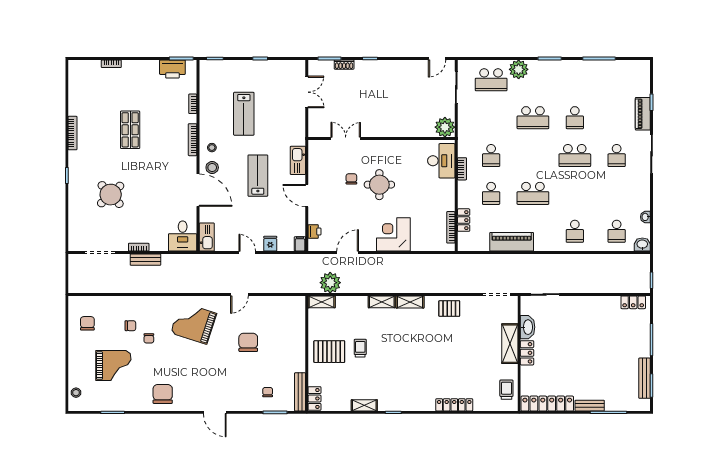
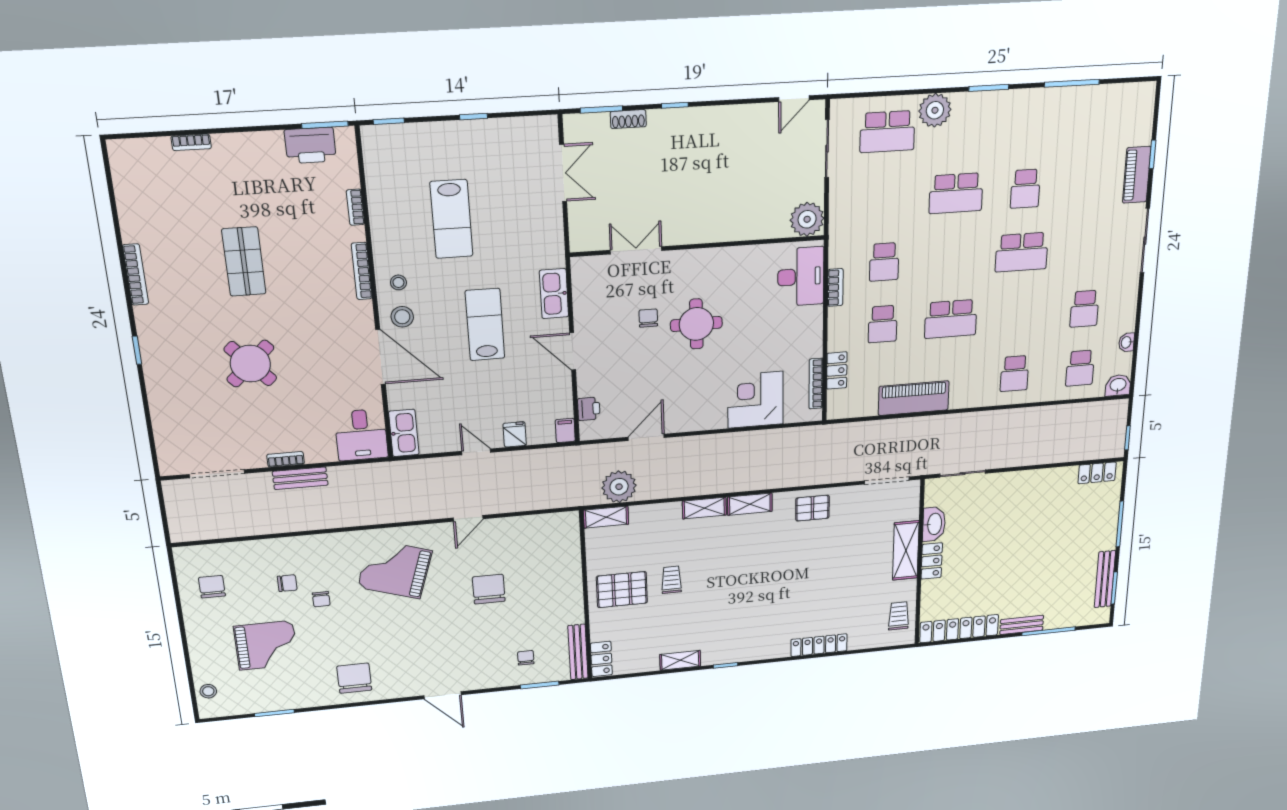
school desk: (617, 156) -> (1084, 309), moved
round table: (111, 195) -> (250, 364), moved
corner desk: (393, 234) -> (755, 400), moved

